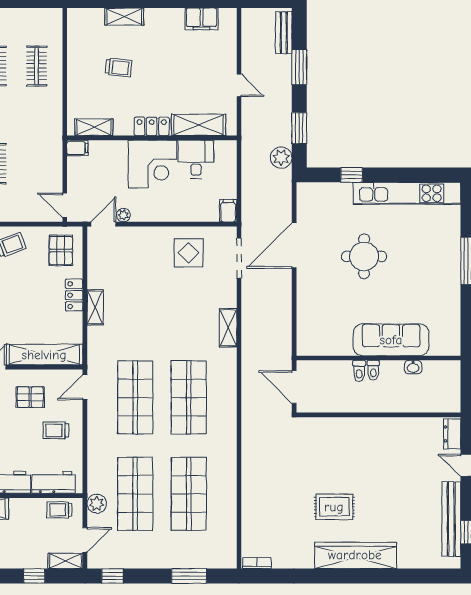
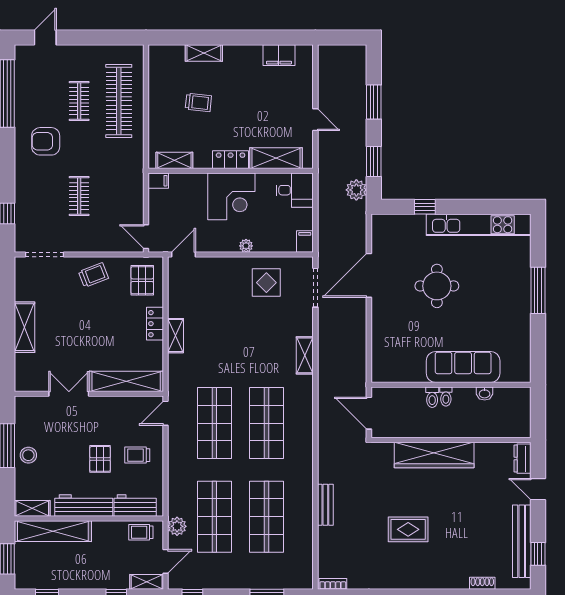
bench: (284, 33) -> (325, 505), moved
clothes rail: (37, 66) -> (119, 101), width x1.86, depth x1.31
desk: (196, 159) -> (295, 190), moved, turned 90
plant: (123, 215) -> (246, 246), moved
pallet: (30, 397) -> (100, 459), moved, turned 90
wardrobe: (355, 555) -> (434, 455), moved, turned 180
shoe rack: (411, 562) -> (482, 583), added

